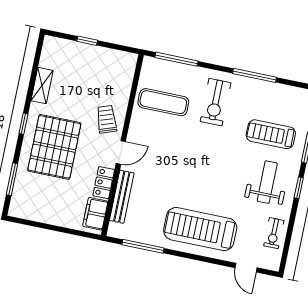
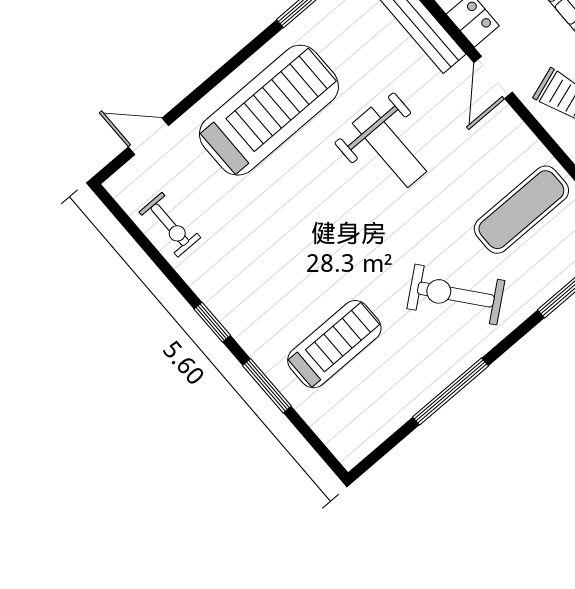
exercise bike: (216, 102) -> (456, 295), turned -39
weight bench: (267, 182) -> (390, 147), moved
exercise bike: (274, 233) -> (170, 225), turned 180

